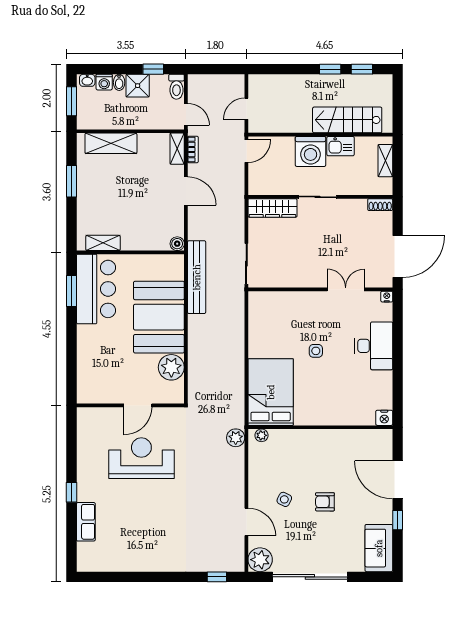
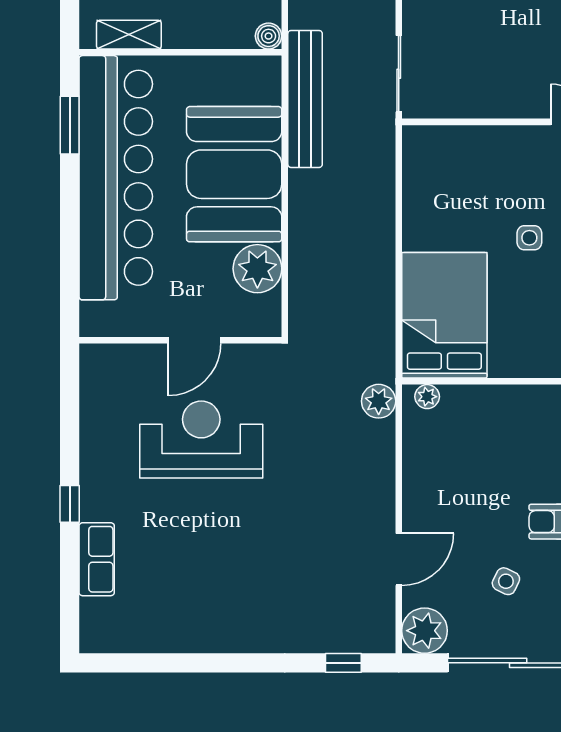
bar counter: (96, 289) -> (116, 178), width x1.86
side table: (284, 499) -> (506, 581), moved
door: (246, 522) -> (399, 559), hinge flipped

